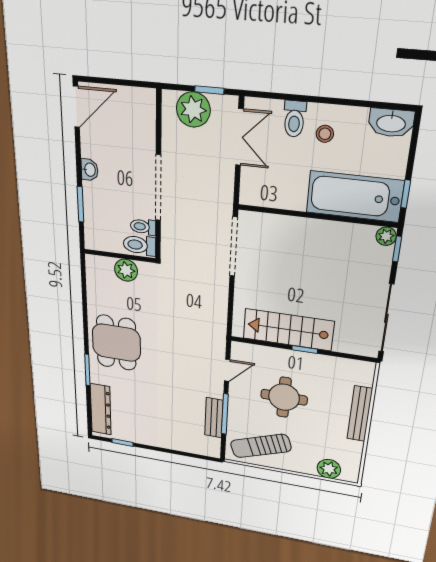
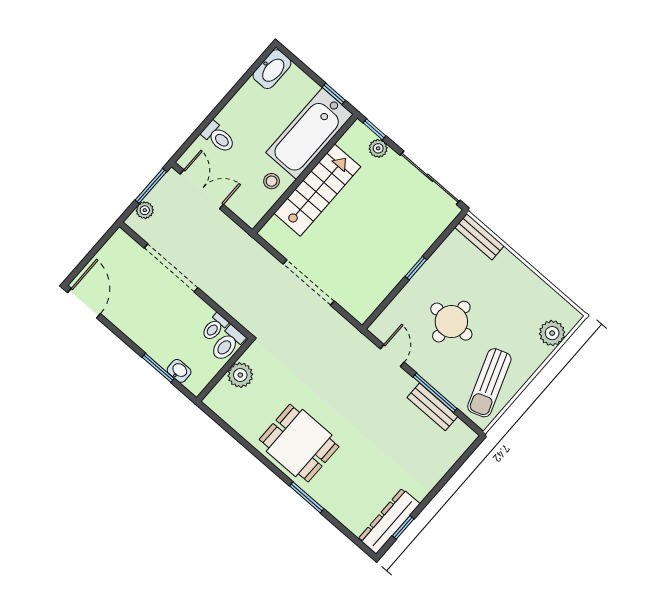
window: (209, 90) -> (151, 186), width x1.50
plant: (193, 110) -> (145, 210), width x0.53, depth x0.53
stool: (325, 134) -> (272, 181), moved
washbasin: (90, 170) -> (179, 371), moved
doorway: (158, 188) -> (171, 268), moved
plant: (386, 236) -> (378, 148), moved
doorway: (234, 247) -> (309, 283), moved
stairs: (288, 330) -> (317, 190), moved, turned 180
dresser: (101, 409) -> (389, 521), moved, turned -90
bench: (360, 414) -> (479, 237), moved, width x0.73

